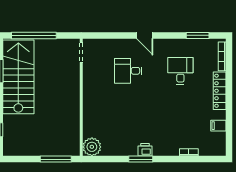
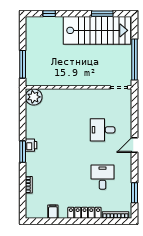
window: (34, 35) -> (134, 60), moved
desk: (128, 71) -> (103, 130), turned -90
desk: (180, 71) -> (103, 177), turned -90
window: (141, 159) -> (23, 152), moved

